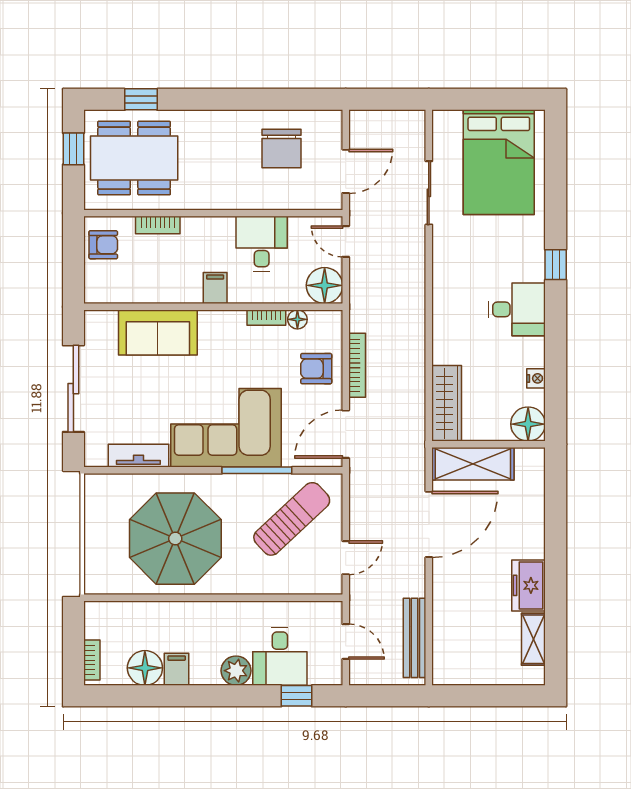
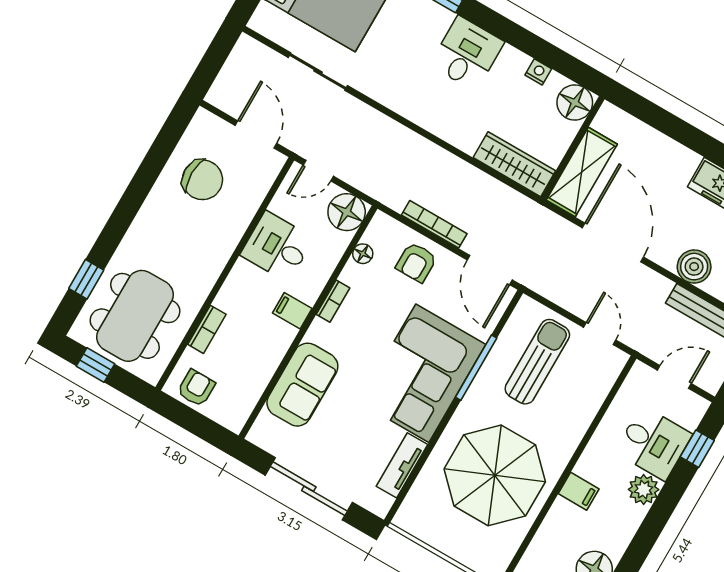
bookcase: (266, 318) -> (333, 301), moved
sun lounger: (292, 519) -> (537, 362), turned 43
boiler: (448, 604) -> (694, 267), added
filing cabinet: (177, 669) -> (579, 491), moved, turned 180

